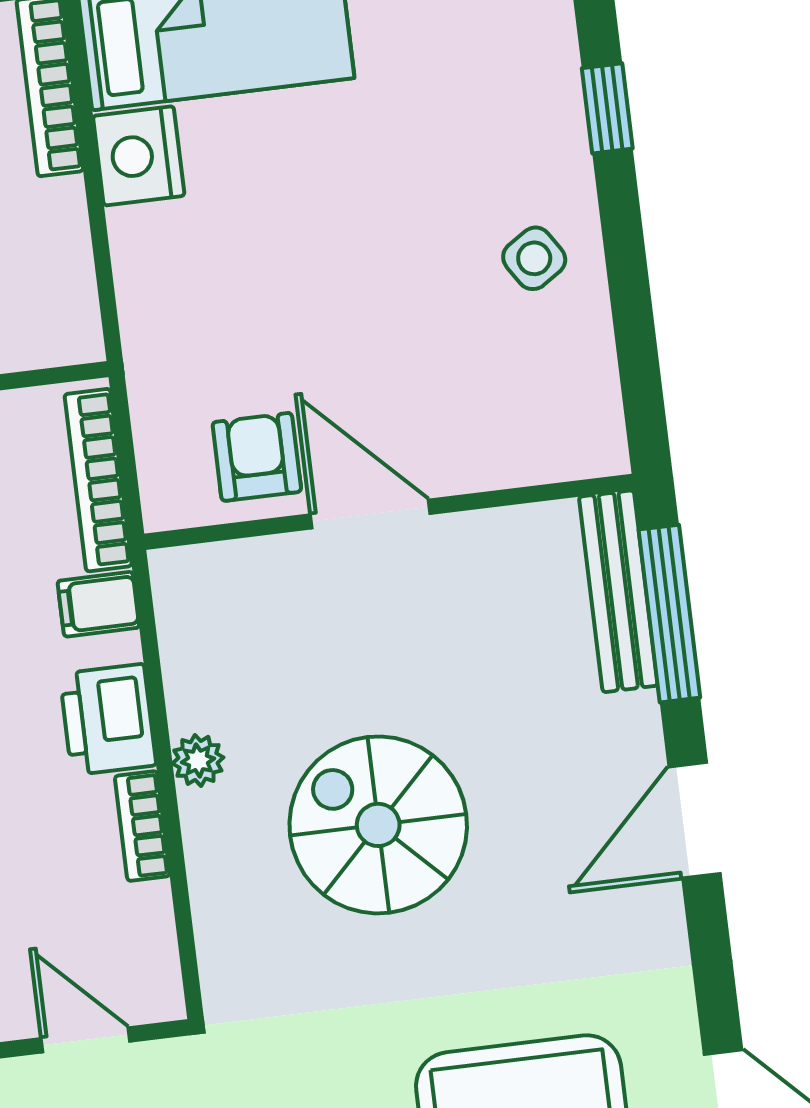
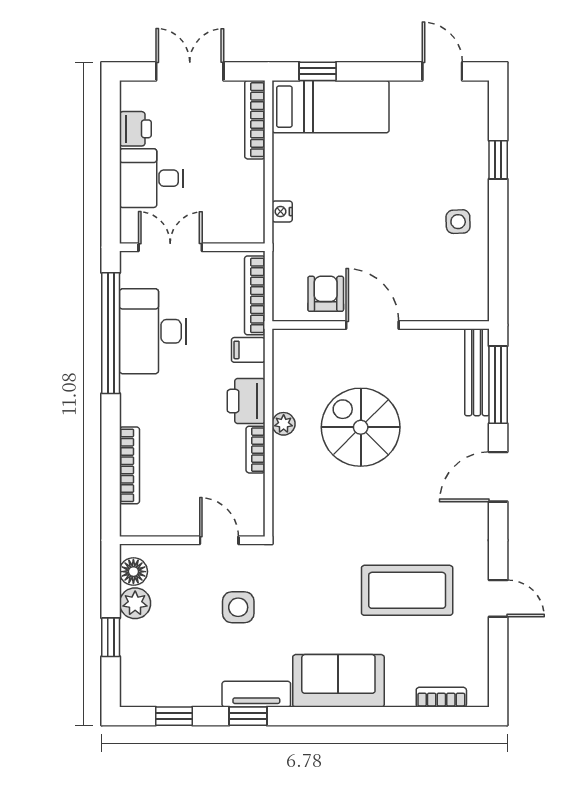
nightstand: (139, 156) -> (282, 212), moved, width x0.53, depth x0.56
side table: (534, 258) -> (458, 222), turned 31
spiral stairs: (378, 825) -> (361, 427), moved

